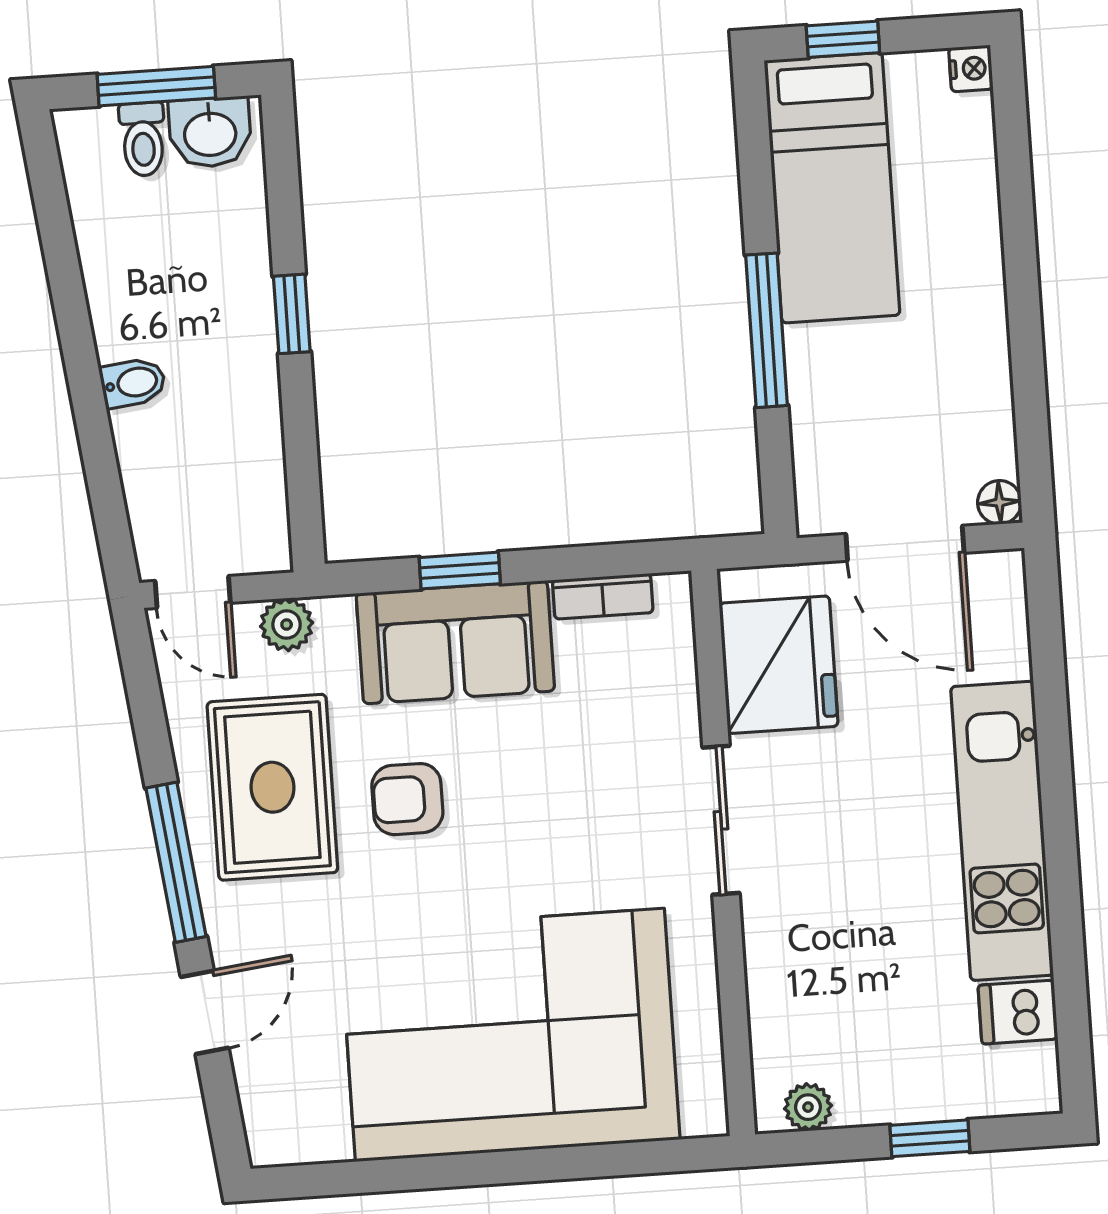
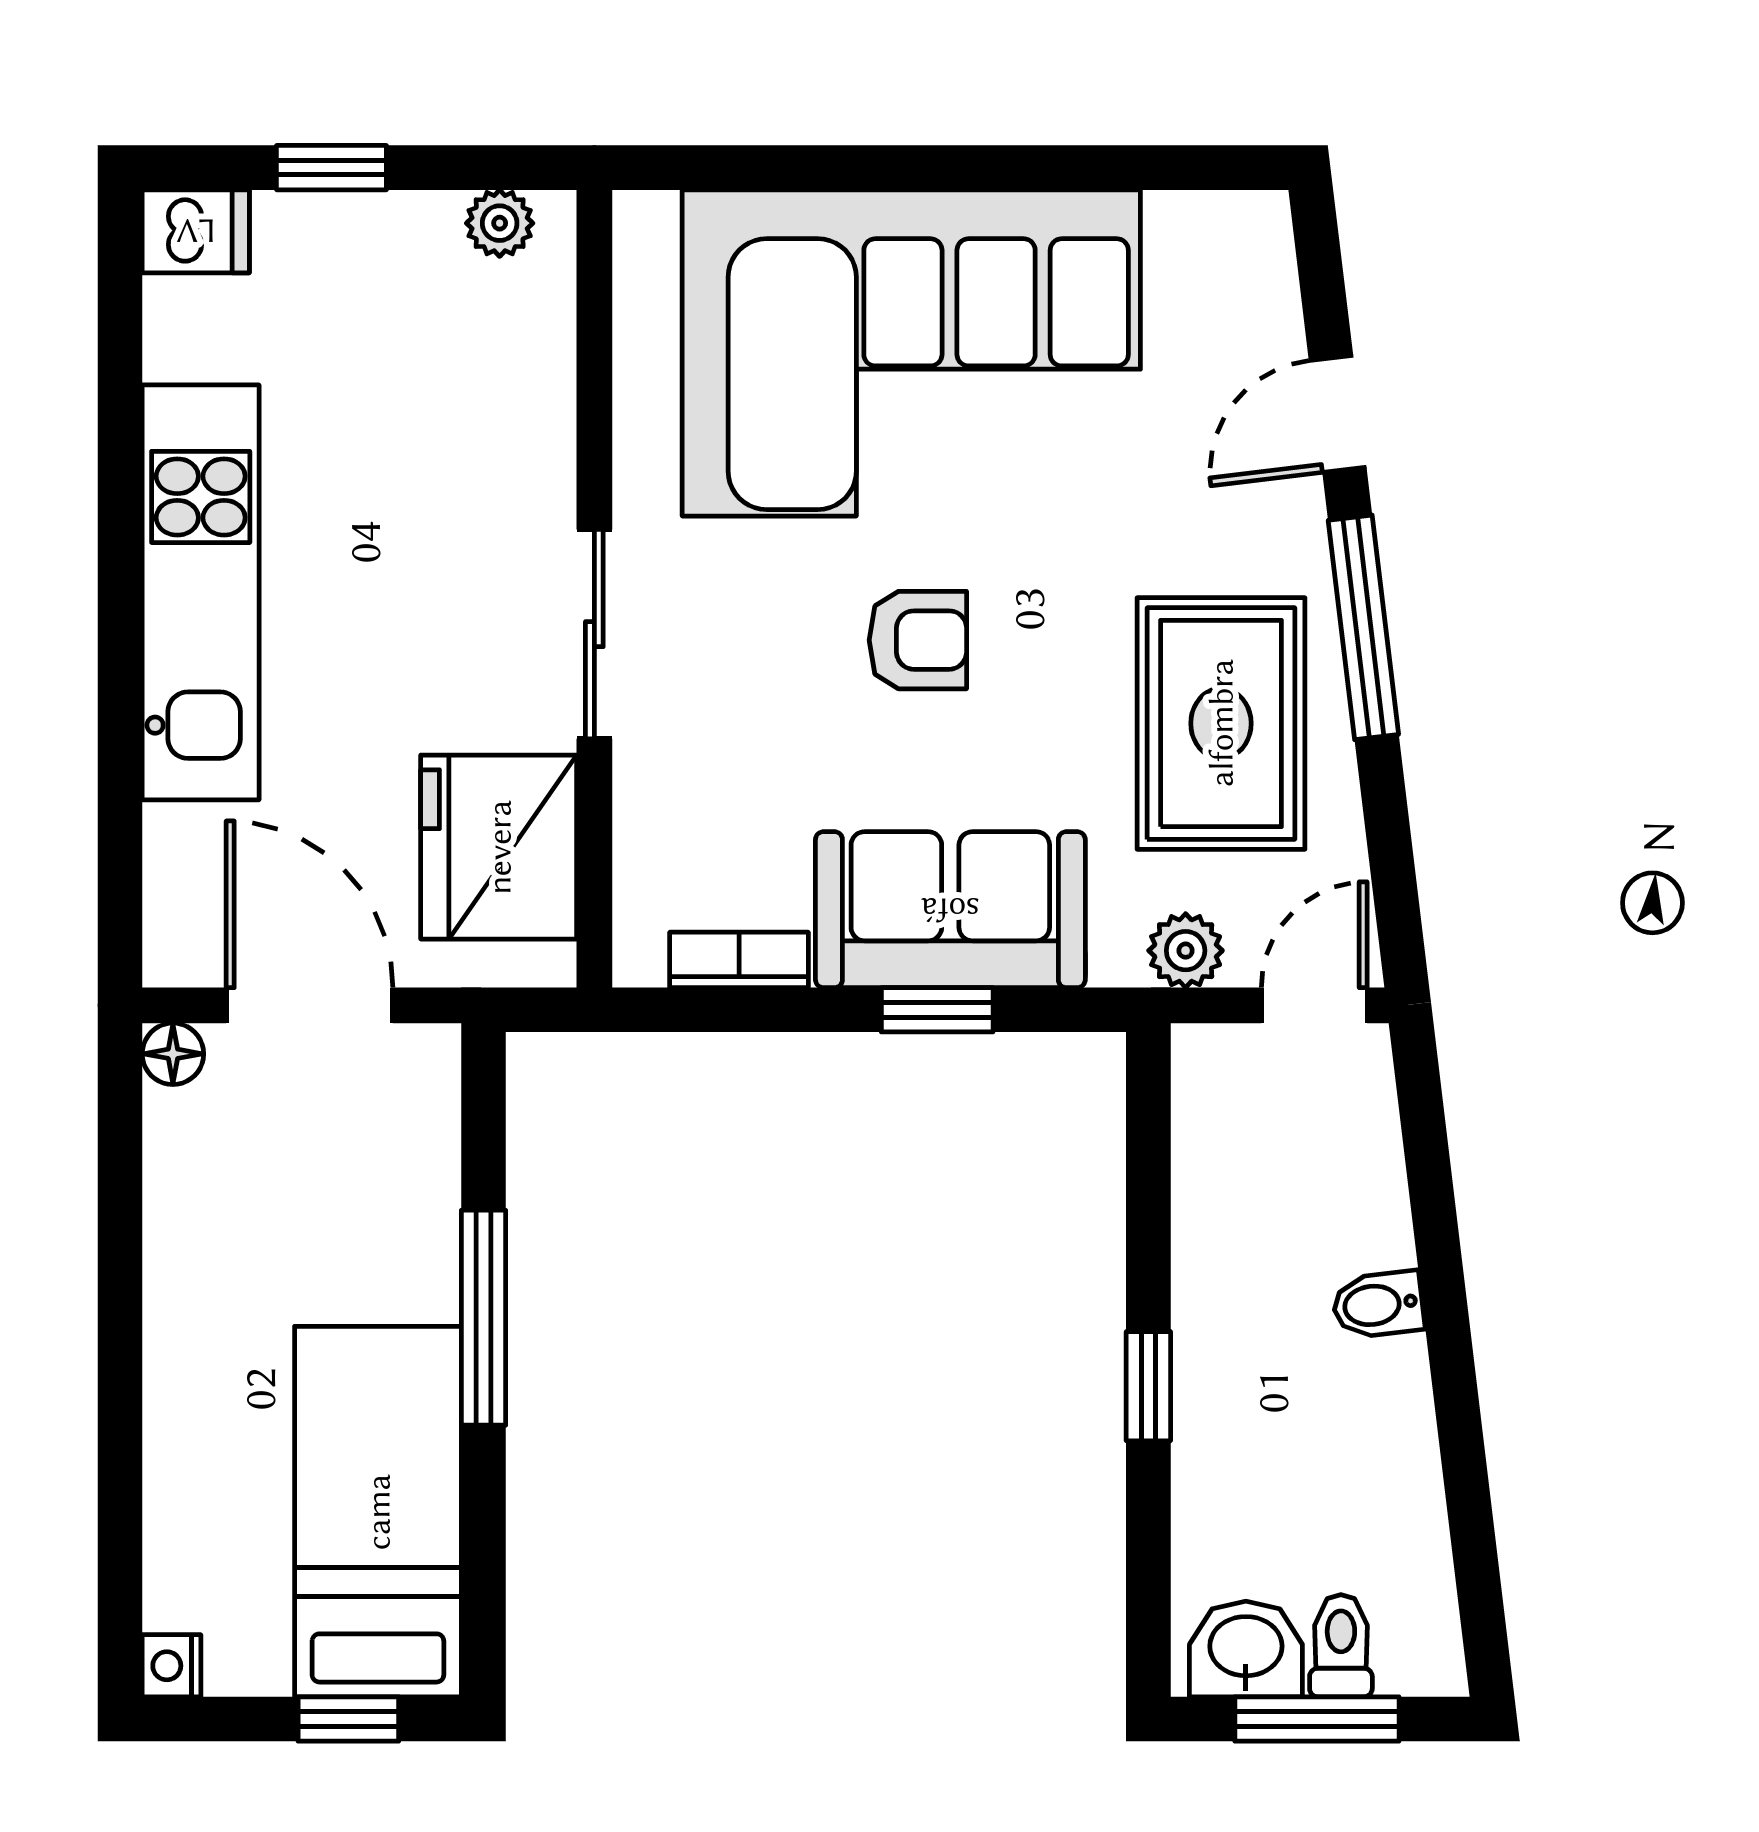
door: (193, 592) -> (1314, 1005), hinge flipped
armchair: (407, 799) -> (918, 640), moved
dishwasher: (1018, 1012) -> (196, 231), moved

